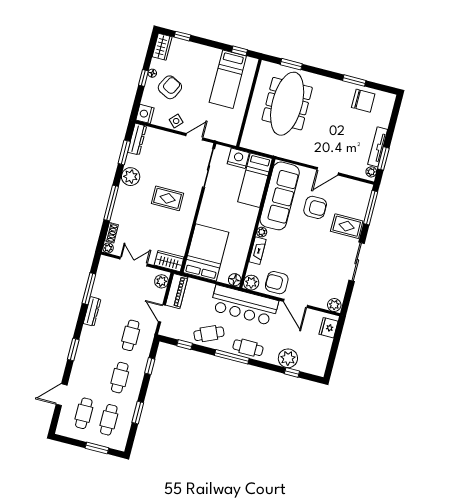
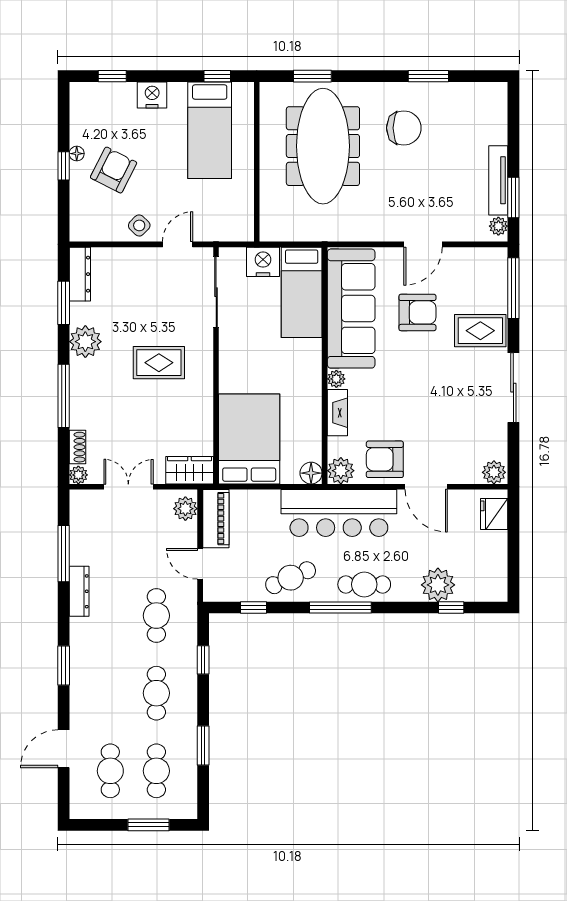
wardrobe: (162, 47) -> (82, 104), removed
chair: (363, 101) -> (404, 128), moved
nightstand: (145, 114) -> (152, 95), moved, turned 90

